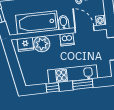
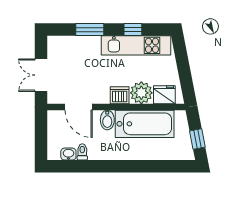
washing machine: (101, 20) -> (54, 117), removed
dishwasher: (67, 39) -> (120, 95), moved
kitchen unit: (73, 74) -> (136, 45), moved

